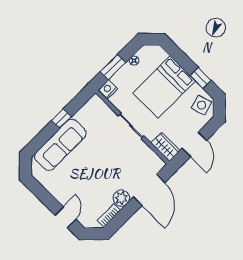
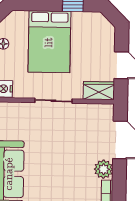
side table: (202, 105) -> (96, 27), removed

